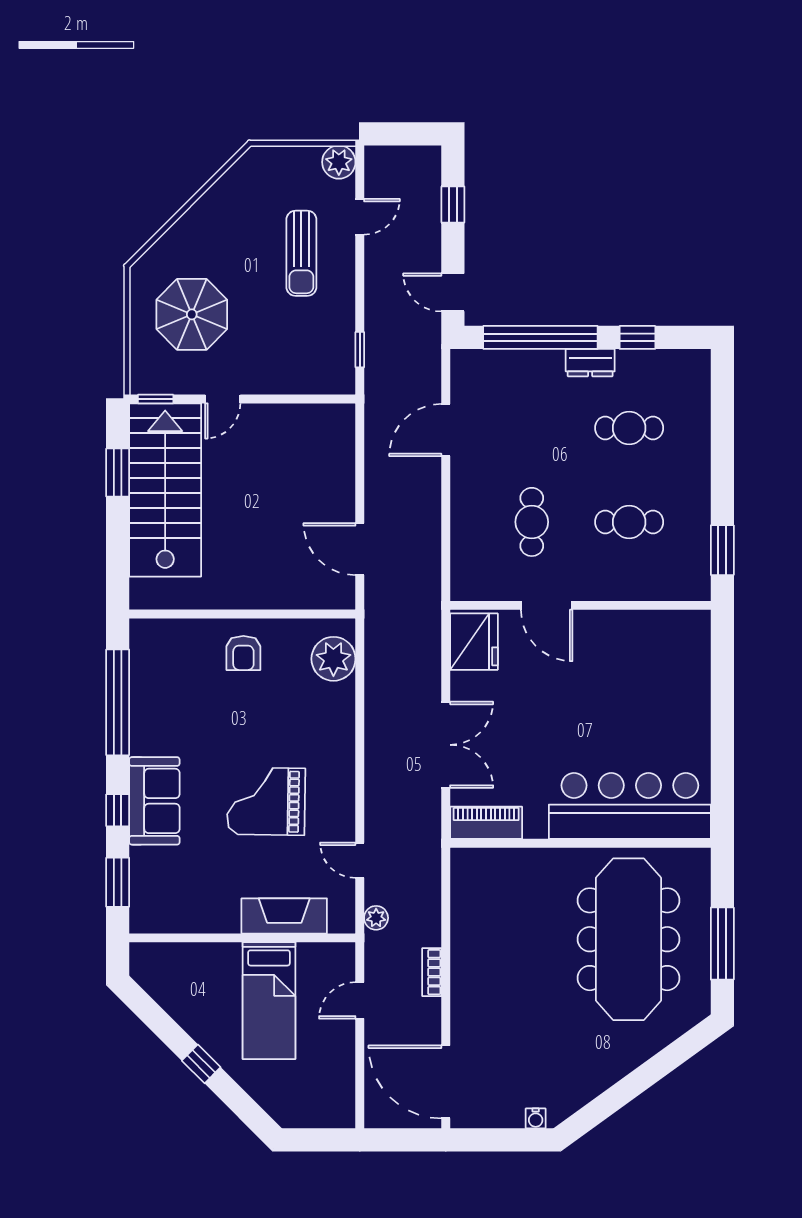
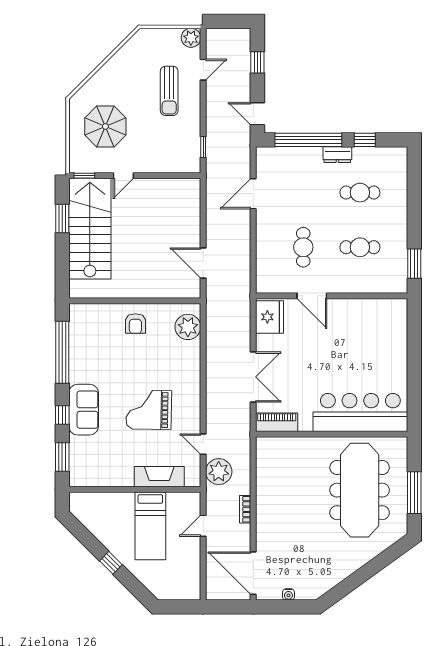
plant: (376, 918) -> (219, 472), width x1.88, depth x1.88
water cooler: (536, 1118) -> (288, 594), moved

